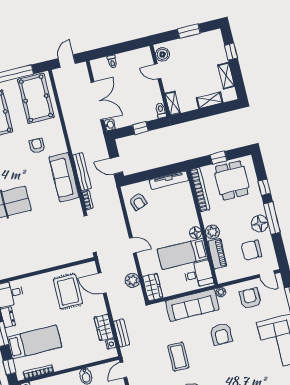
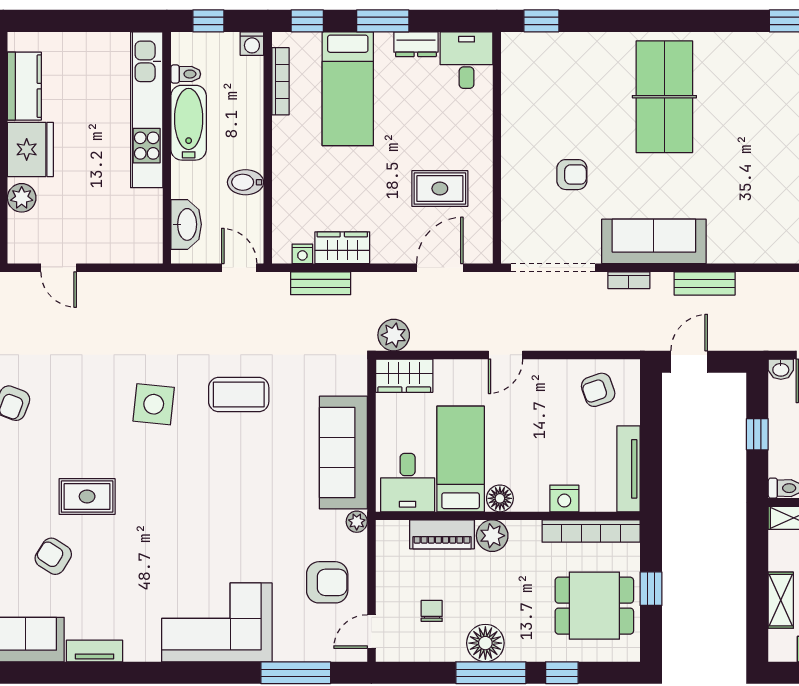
armchair: (37, 146) -> (572, 175), moved
bench: (82, 172) -> (705, 283), width x0.73
sofa: (64, 177) -> (654, 241), moved
nightstand: (189, 205) -> (564, 498), added
chair: (251, 250) -> (432, 611), width x0.54, depth x0.54
plant: (132, 280) -> (394, 335), moved
rug: (68, 292) -> (440, 189), width x0.73, depth x0.70
armchair: (221, 334) -> (265, 500), removed

